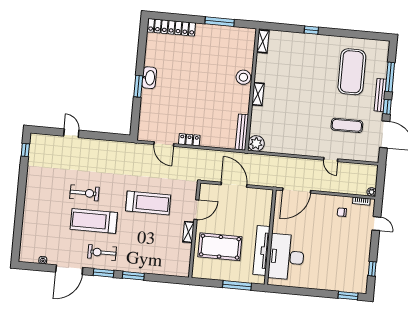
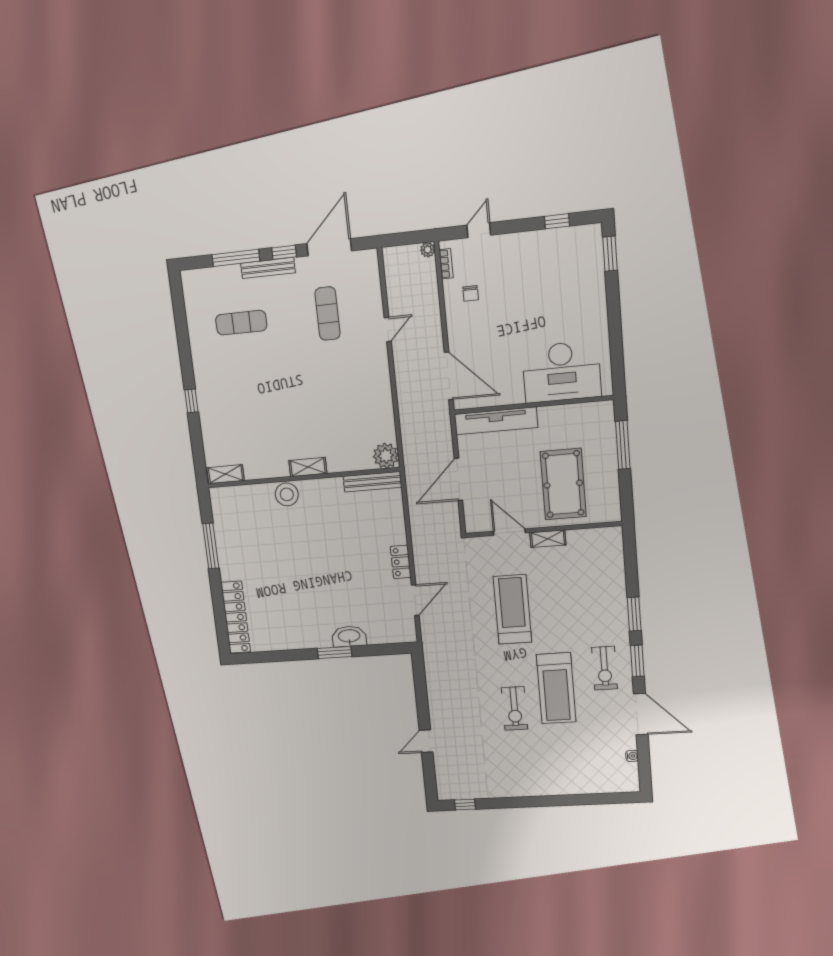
exercise mat: (352, 72) -> (241, 323), width x0.50, depth x0.69
washbasin: (149, 78) -> (349, 636), moved
exercise bike: (84, 193) -> (514, 709), turned 180
tv unit: (262, 250) -> (496, 421), moved

